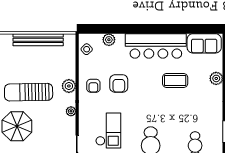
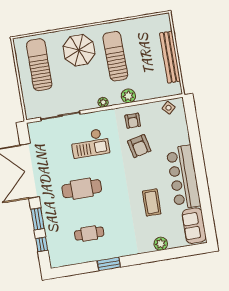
plant: (109, 40) -> (182, 129), removed
armchair: (119, 84) -> (139, 146), turned -103
armchair: (93, 86) -> (133, 121), turned -90

